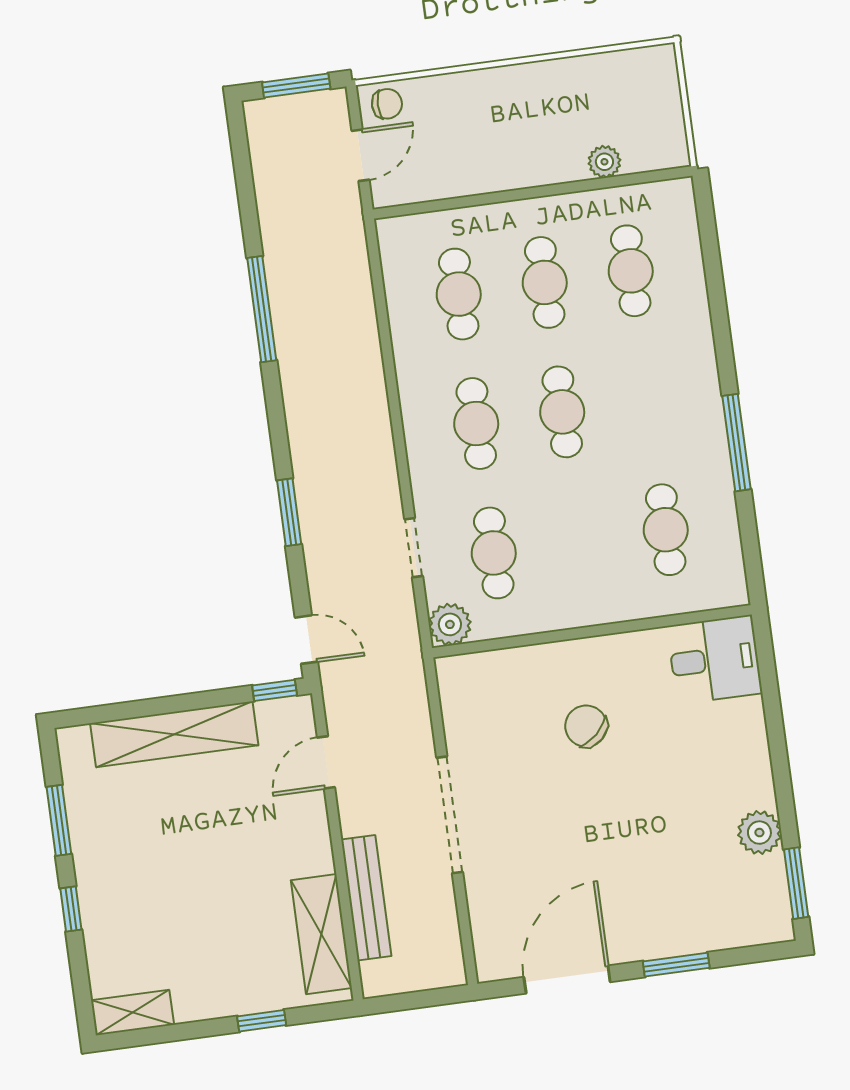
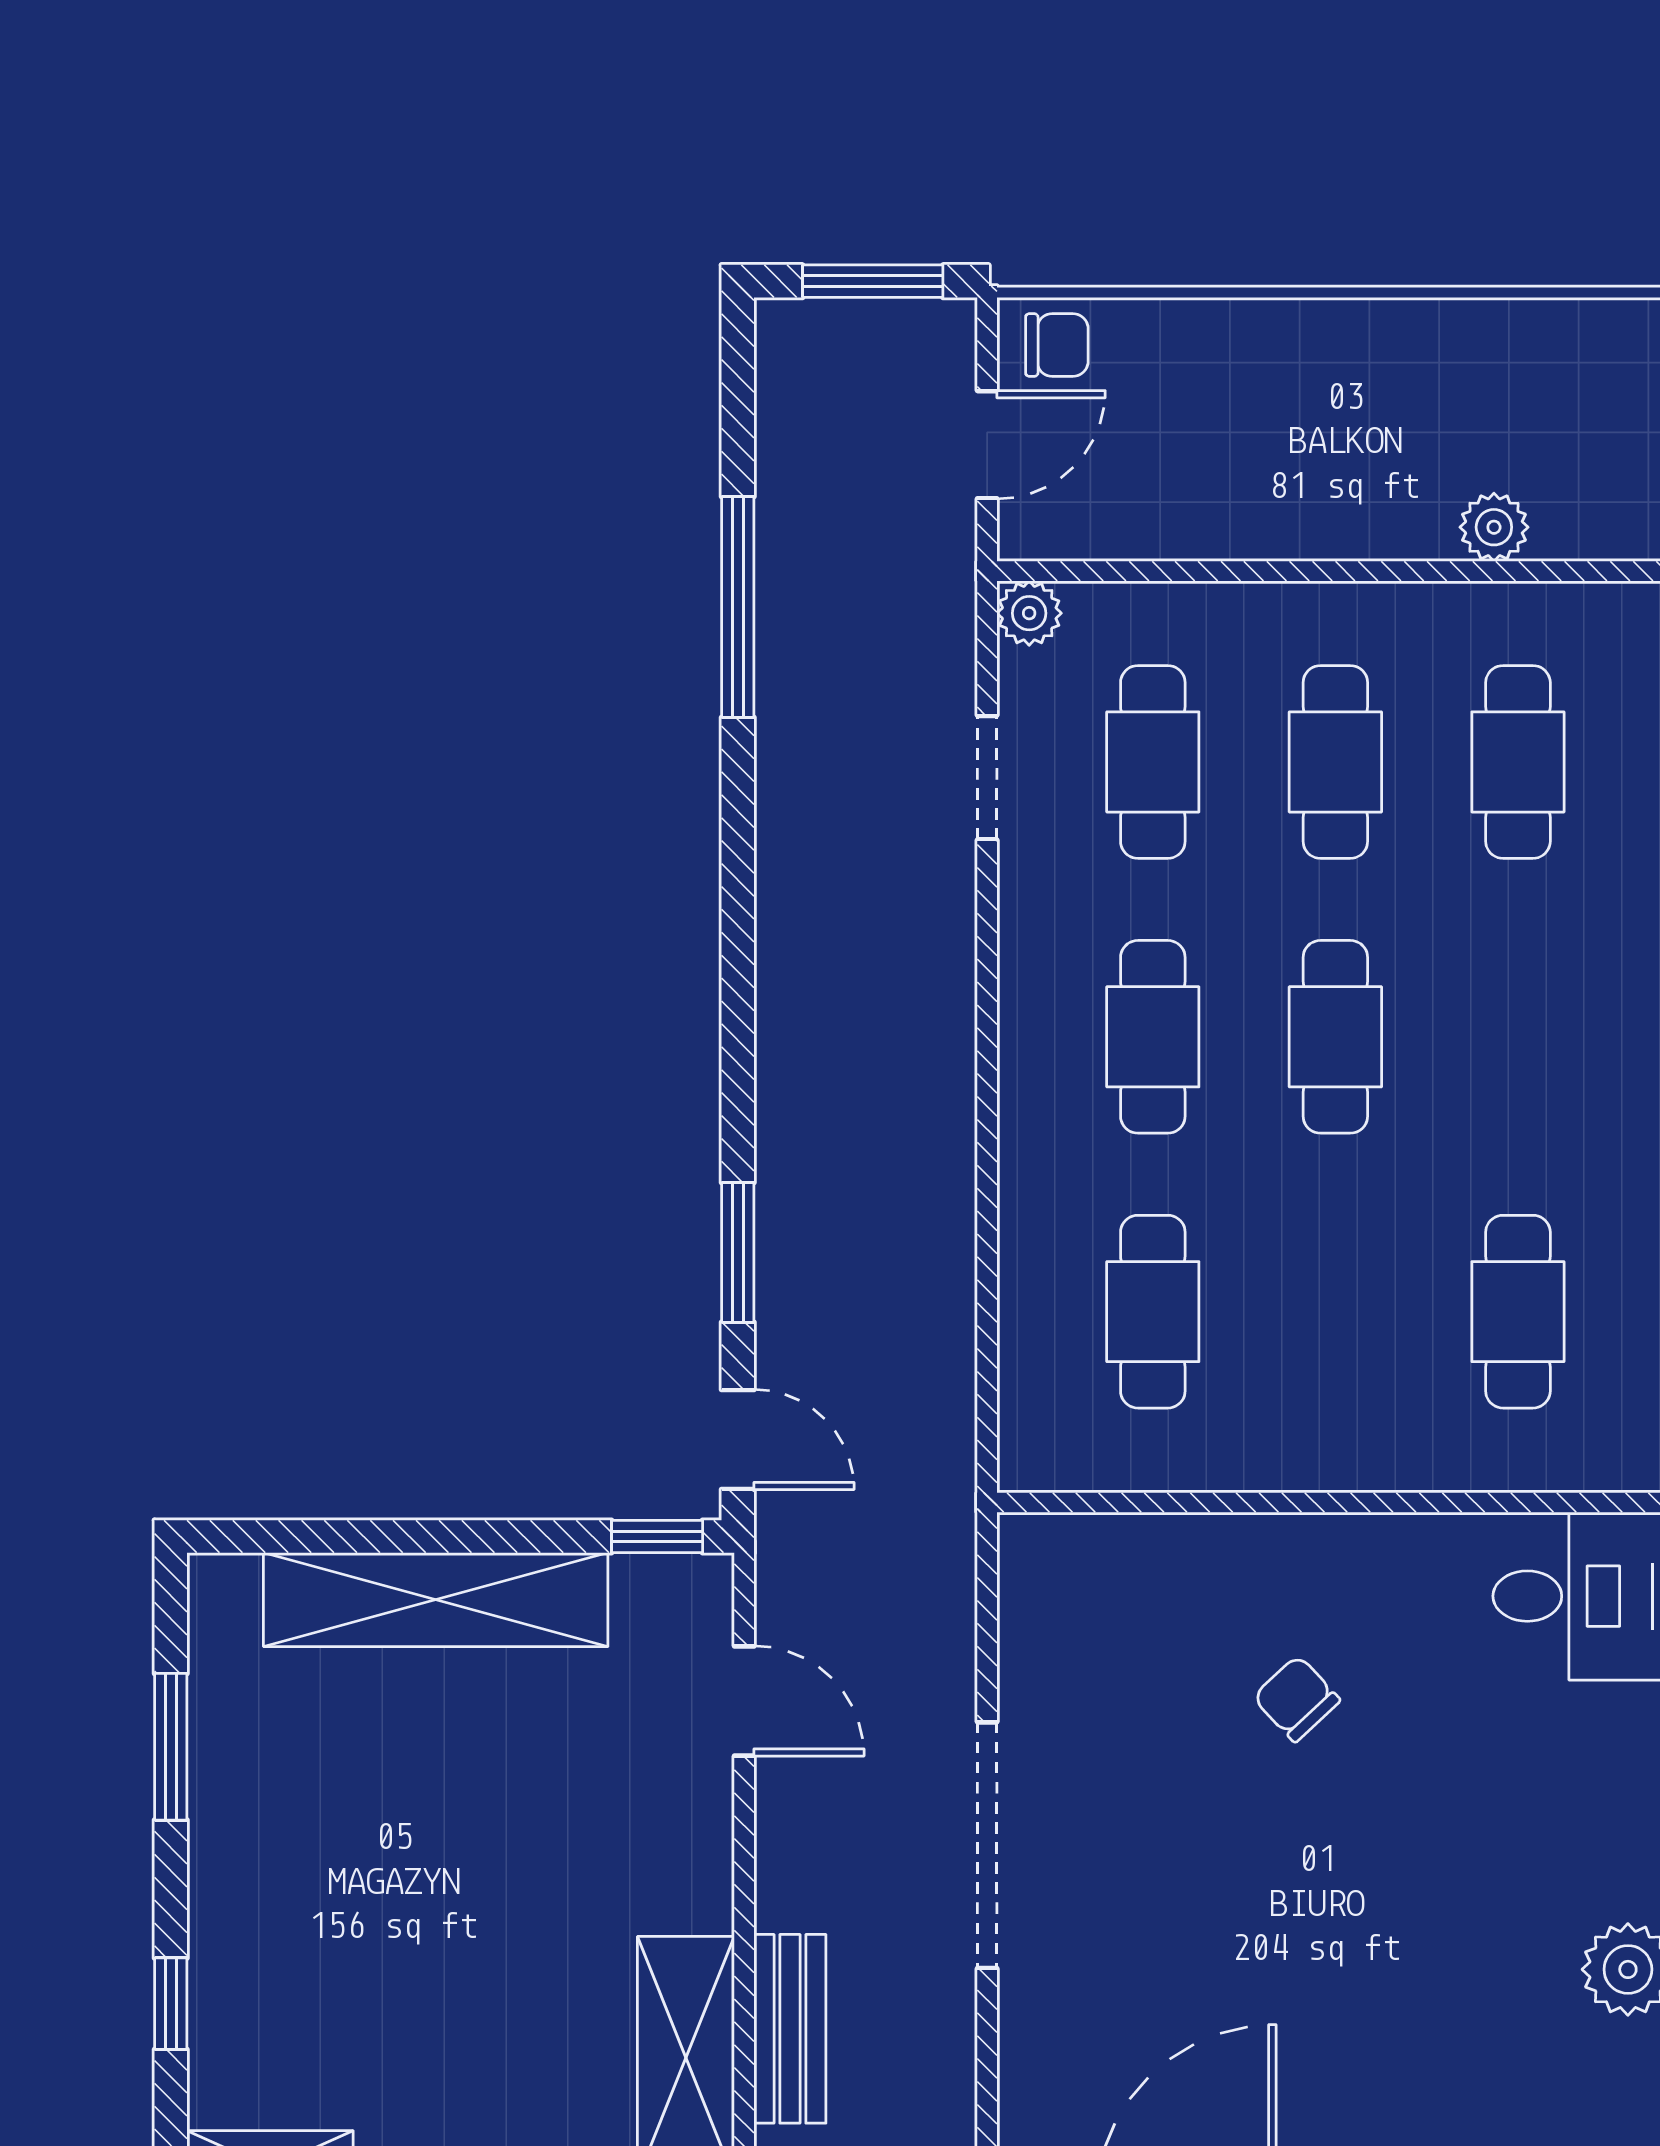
window: (262, 309) -> (738, 607), moved
window: (289, 512) -> (738, 1252), moved
doorway: (414, 548) -> (987, 778), moved
plant: (450, 624) -> (1029, 613), moved, width x0.73, depth x0.73
chair: (586, 726) -> (1297, 1699), width x0.73, depth x0.73
door: (326, 762) -> (744, 1701), swing flipped
bench: (366, 898) -> (790, 2029), width x0.73
window: (71, 909) -> (171, 2004), moved

